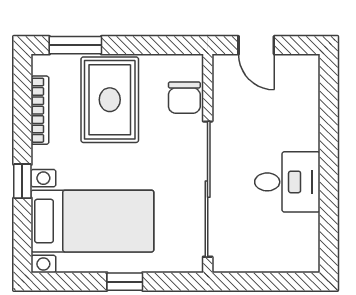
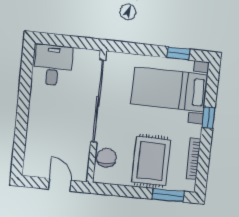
desk: (287, 182) -> (53, 65), moved, turned 90
window: (125, 282) -> (178, 53), moved

